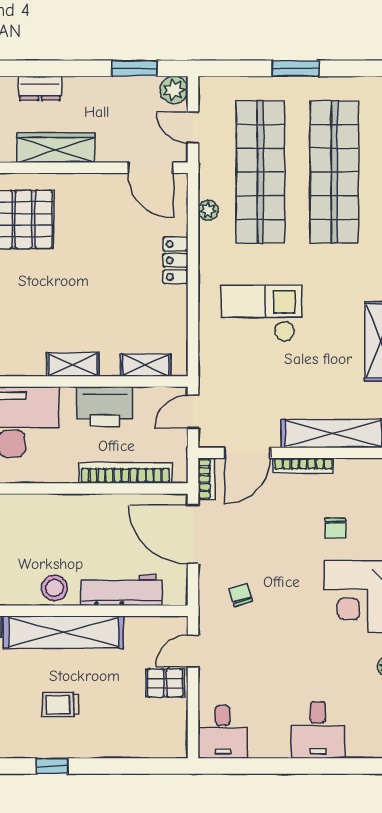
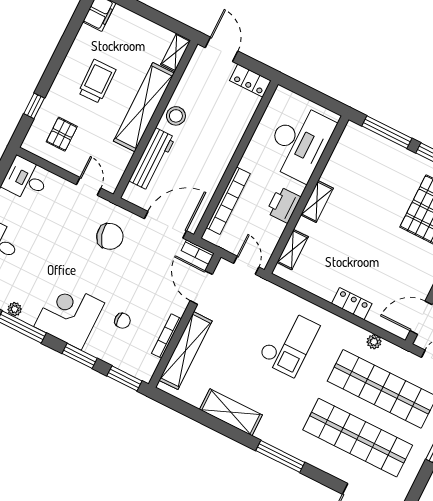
printer: (105, 407) -> (283, 205), width x0.73, depth x0.84
bookcase: (303, 466) -> (166, 336), moved
chair: (335, 528) -> (122, 321), turned 180
chair: (241, 595) -> (110, 236), width x1.87, depth x1.87
pallet: (165, 683) -> (62, 134), moved
trolley: (61, 705) -> (97, 81), width x1.36, depth x1.39
window: (52, 766) -> (34, 106), moved

